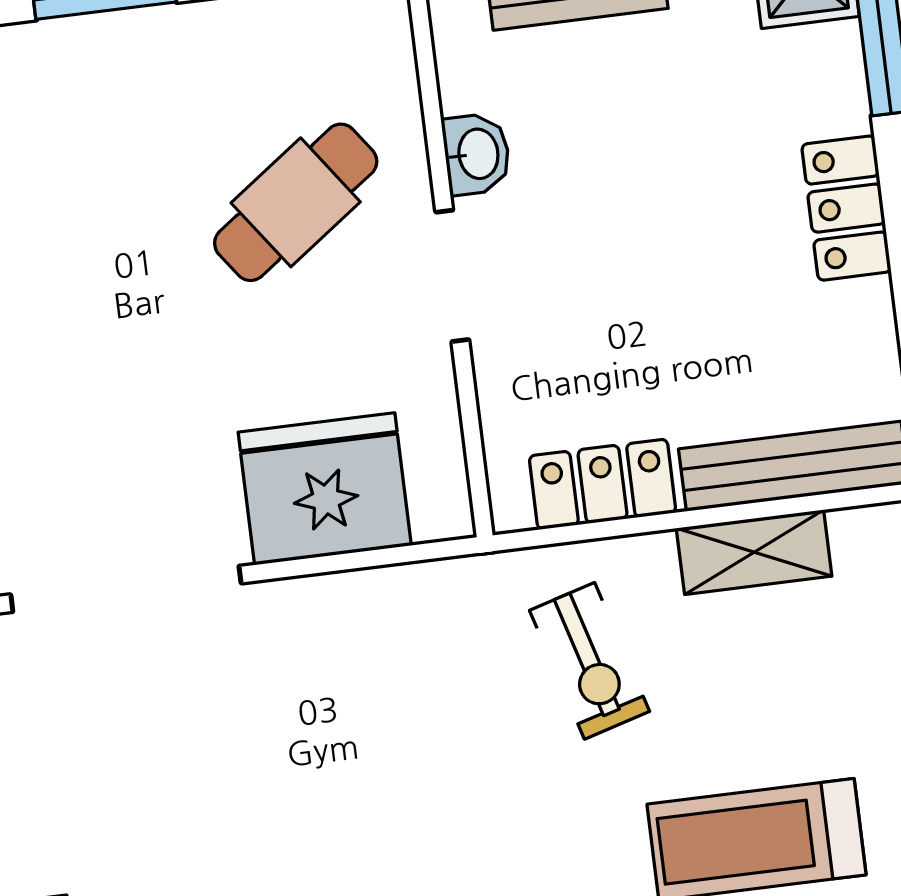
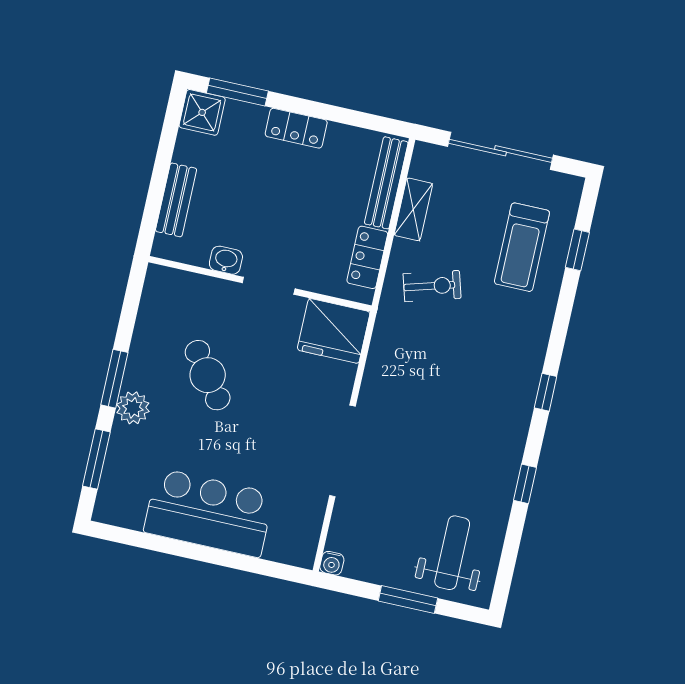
plant: (51, 60) -> (133, 408), added
cafe table: (296, 202) -> (208, 375), moved
fridge: (325, 489) -> (334, 331), moved, turned -90

